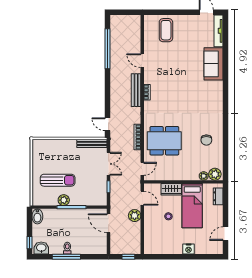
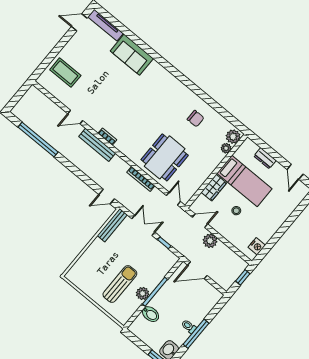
dresser: (218, 196) -> (265, 158), moved
bidet: (37, 216) -> (150, 314), moved
nightstand: (189, 249) -> (257, 246), moved

